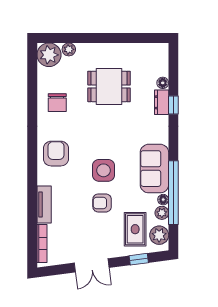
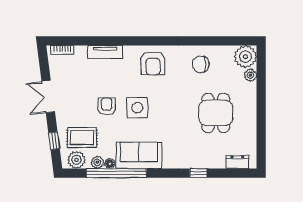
floor lamp: (163, 83) -> (219, 163), removed
dresser: (162, 102) -> (237, 162), moved
armchair: (56, 154) -> (153, 63), turned 90
bookcase: (42, 243) -> (62, 50), width x0.64

